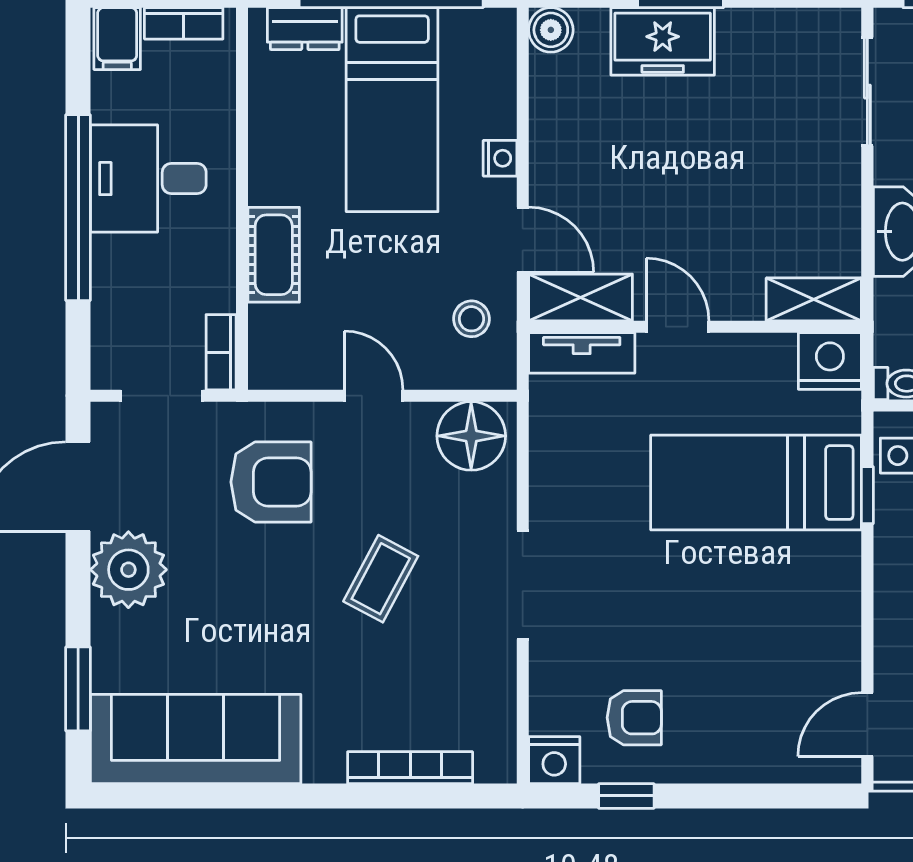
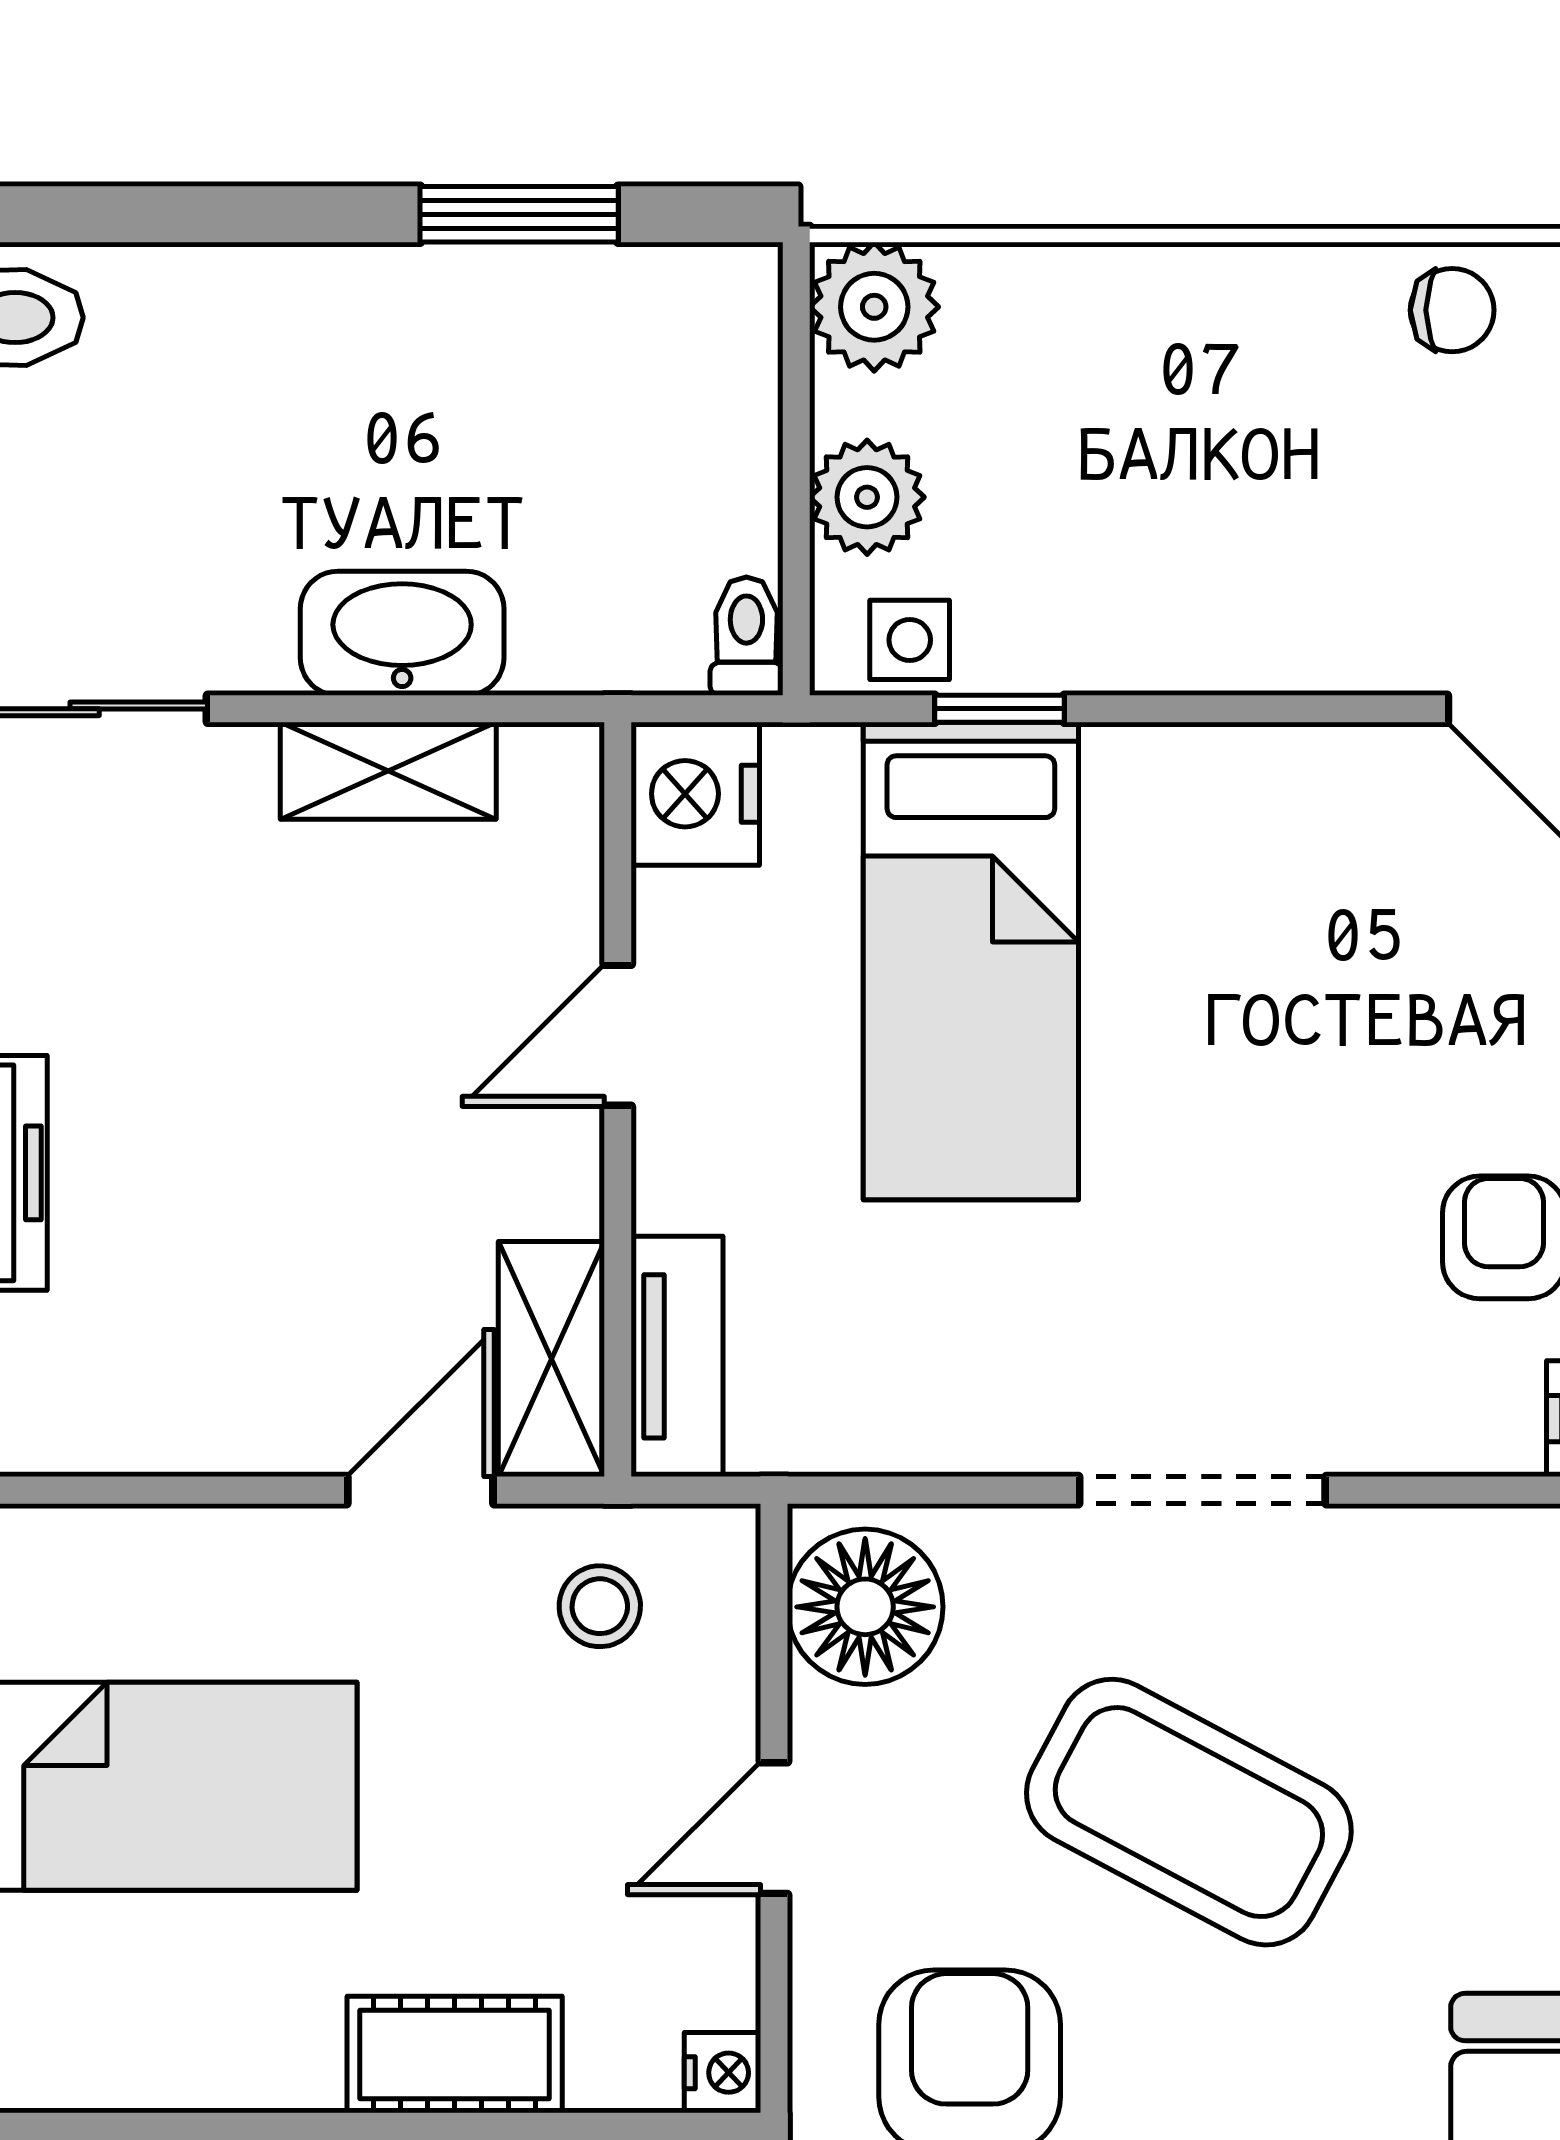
nightstand: (500, 158) -> (722, 2073), moved, turned 90
shelving: (814, 299) -> (388, 771), moved, turned 90
door: (678, 327) -> (618, 1035), moved
coffee table: (381, 579) -> (1189, 1812), width x1.86, depth x1.72

